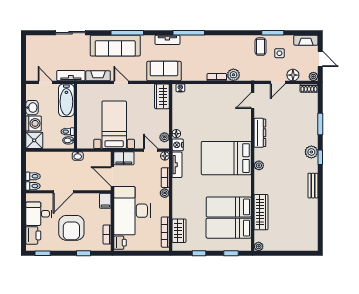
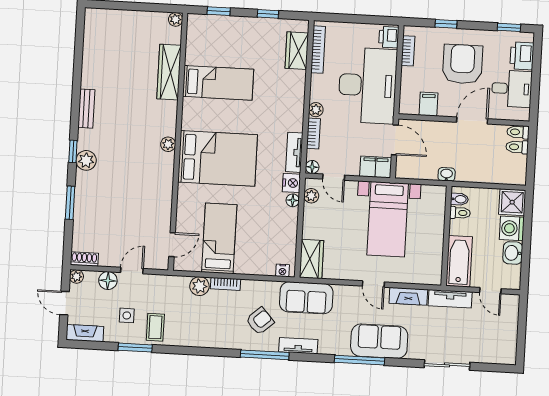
sofa: (115, 46) -> (379, 341), width x0.73
armchair: (193, 54) -> (260, 321), added
dresser: (260, 133) -> (164, 194), removed
filing cabinet: (105, 201) -> (428, 104), moved
bed: (229, 228) -> (219, 238), moved, turned -90

